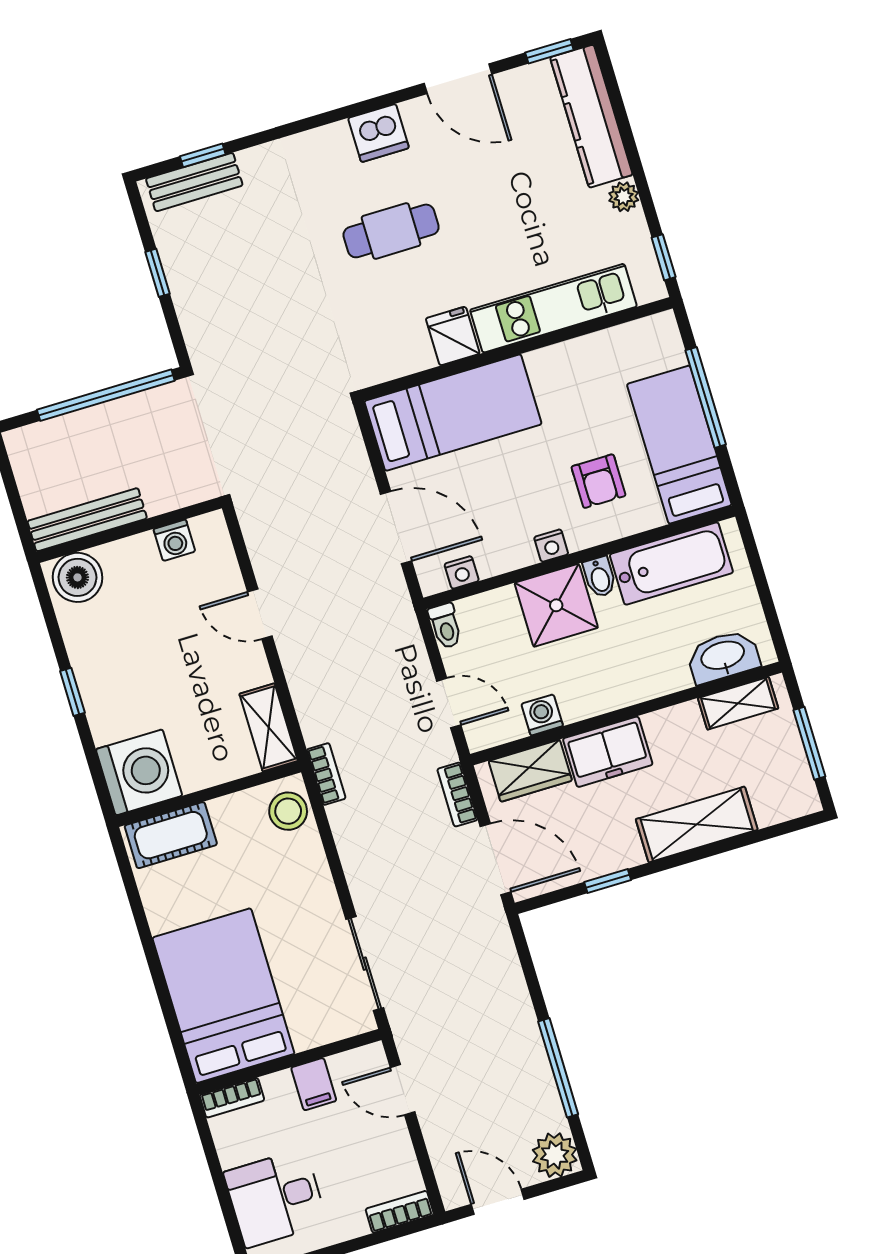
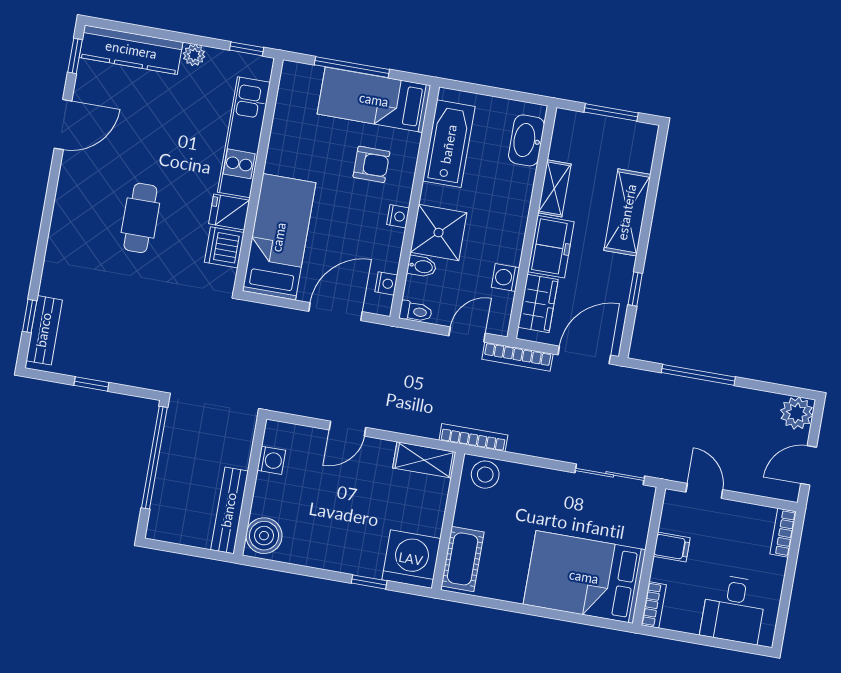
dishwasher: (378, 133) -> (224, 247), moved, turned 180
bidet: (600, 577) -> (422, 266), moved
window: (72, 692) -> (369, 582), moved
shelving: (738, 703) -> (554, 188), moved
bookcase: (326, 774) -> (473, 438), width x1.56
bookcase: (457, 794) -> (517, 357), width x1.56
window: (558, 1068) -> (698, 375), moved
door: (403, 1090) -> (704, 491), swing flipped

